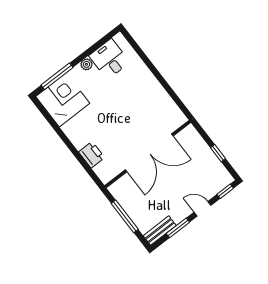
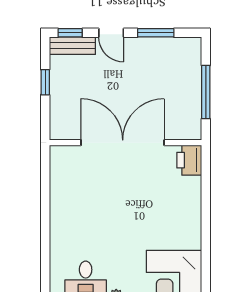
printer: (92, 155) -> (189, 160), moved
bench: (160, 231) -> (72, 46), moved

